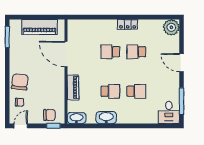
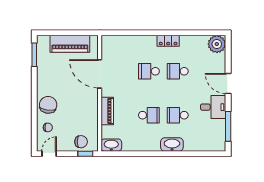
school desk: (136, 91) -> (178, 115), turned 180
desk: (169, 112) -> (213, 107), moved, turned -90
washbasin: (106, 117) -> (172, 144), moved

